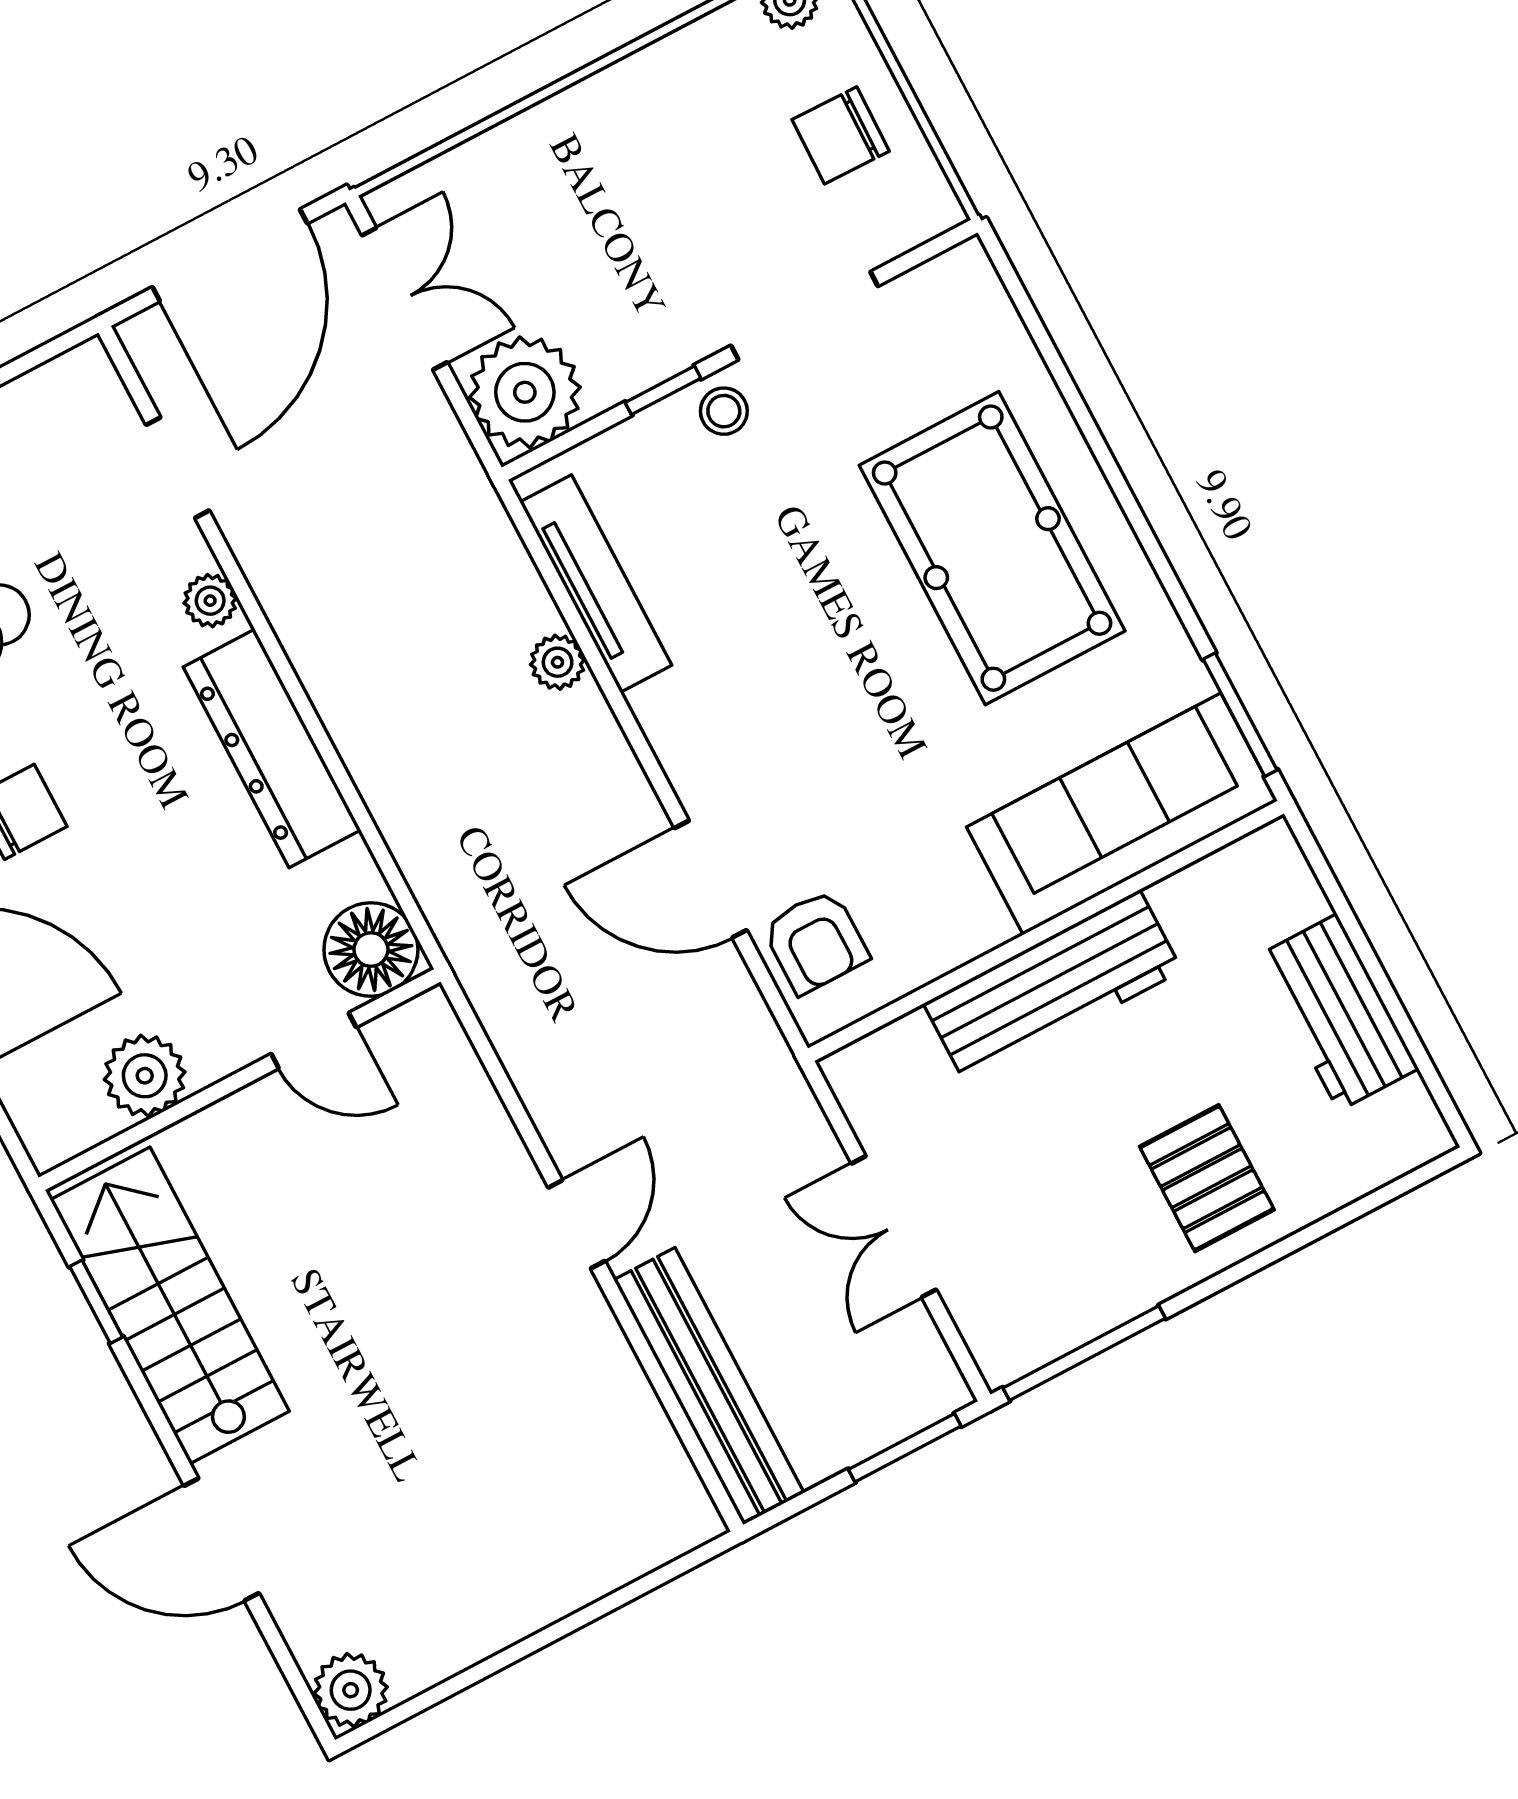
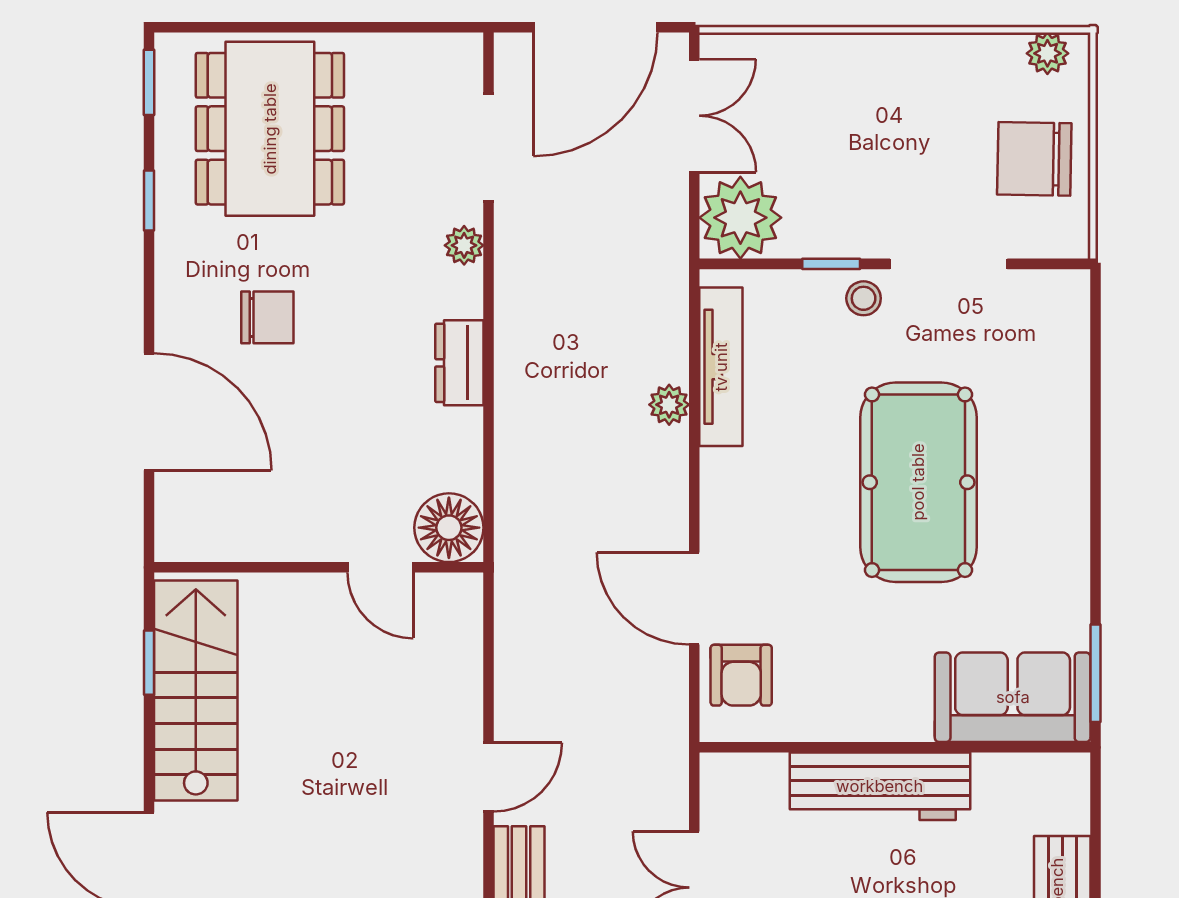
chair: (841, 135) -> (1034, 159), width x1.37, depth x1.37
doorway: (178, 468) -> (489, 148), width x1.38
pool table: (992, 548) -> (918, 482), moved
dresser: (272, 748) -> (459, 363), width x0.51, depth x0.80
sofa: (1122, 814) -> (1013, 697), width x0.73
plant: (145, 1076) -> (258, 532), removed

